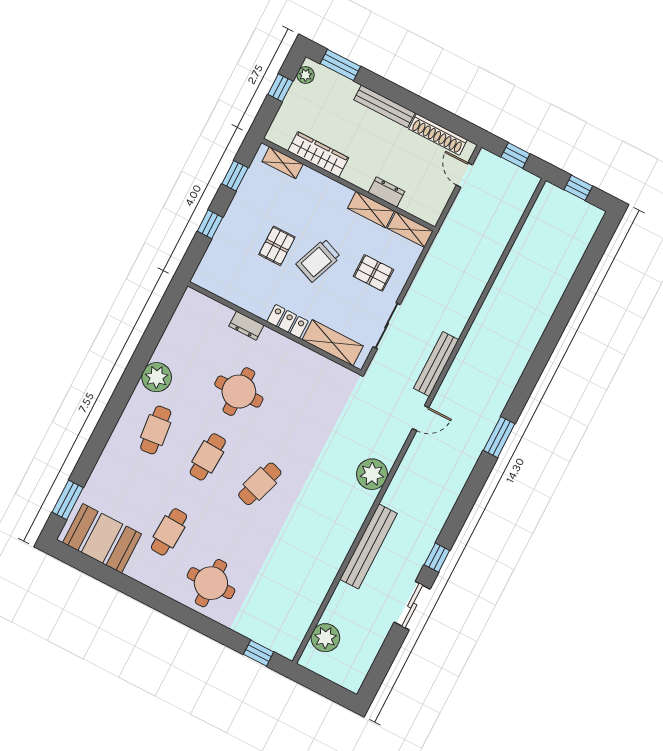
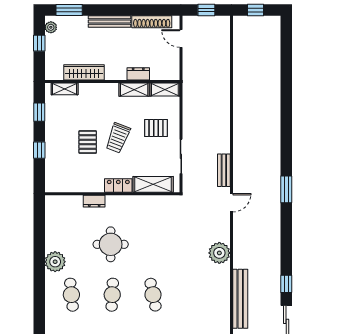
bench: (436, 364) -> (224, 170), width x0.73
cafe table: (260, 484) -> (153, 295), turned -30

